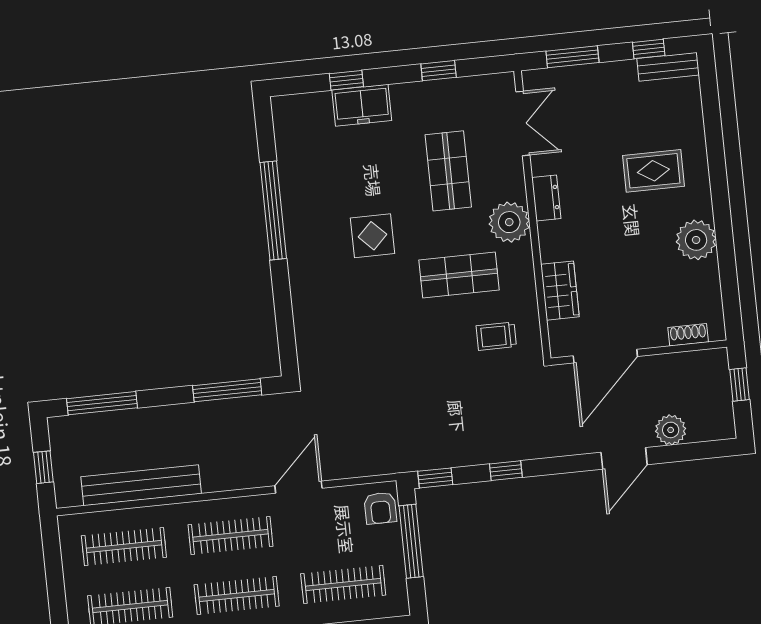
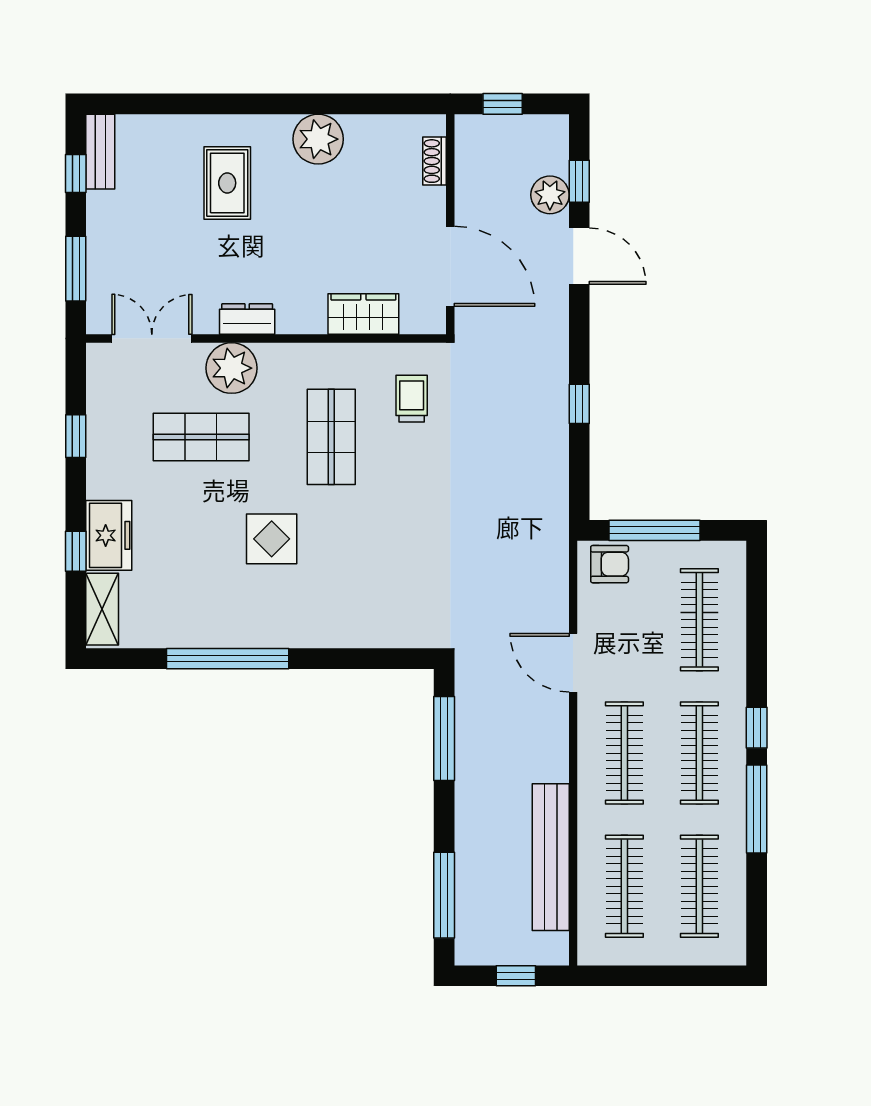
shelving: (302, 106) -> (102, 609), added
plant: (509, 222) -> (232, 368), moved
trolley: (496, 336) -> (412, 399), turned 180
window: (435, 478) -> (579, 181), moved

